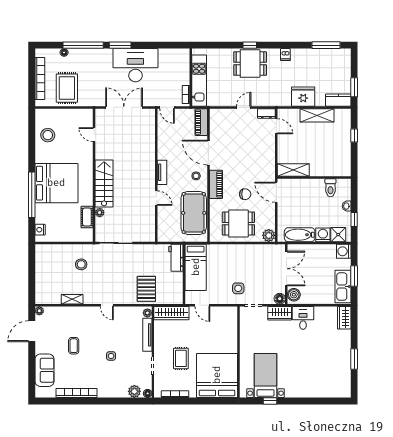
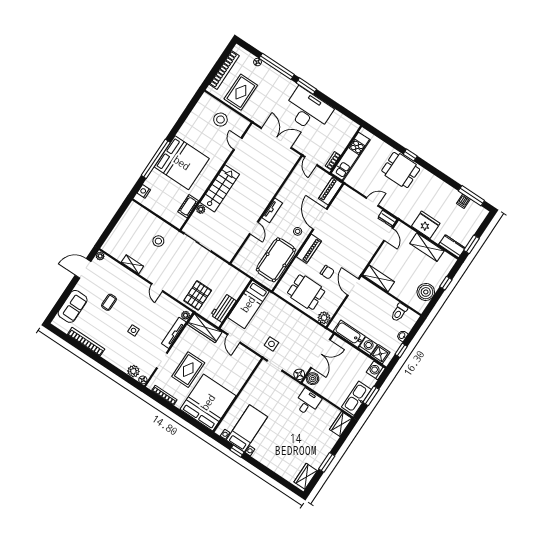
dishwasher: (285, 55) -> (463, 201), moved
stool: (48, 135) -> (220, 120), moved
boiler: (342, 155) -> (426, 292), added
workbench: (176, 258) -> (223, 308), moved
wardrobe: (280, 313) -> (306, 476), moved, turned 90
rug: (181, 358) -> (188, 370), width x1.36, depth x1.43

